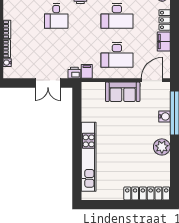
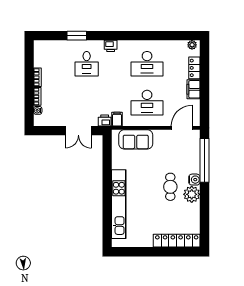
sofa: (123, 92) -> (136, 139), moved
water cooler: (164, 116) -> (194, 180), moved
cafe table: (140, 139) -> (170, 187), added

